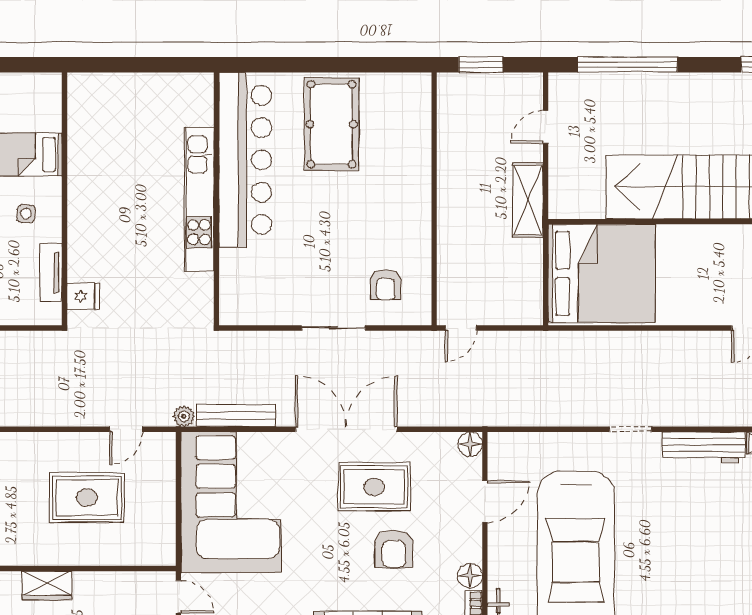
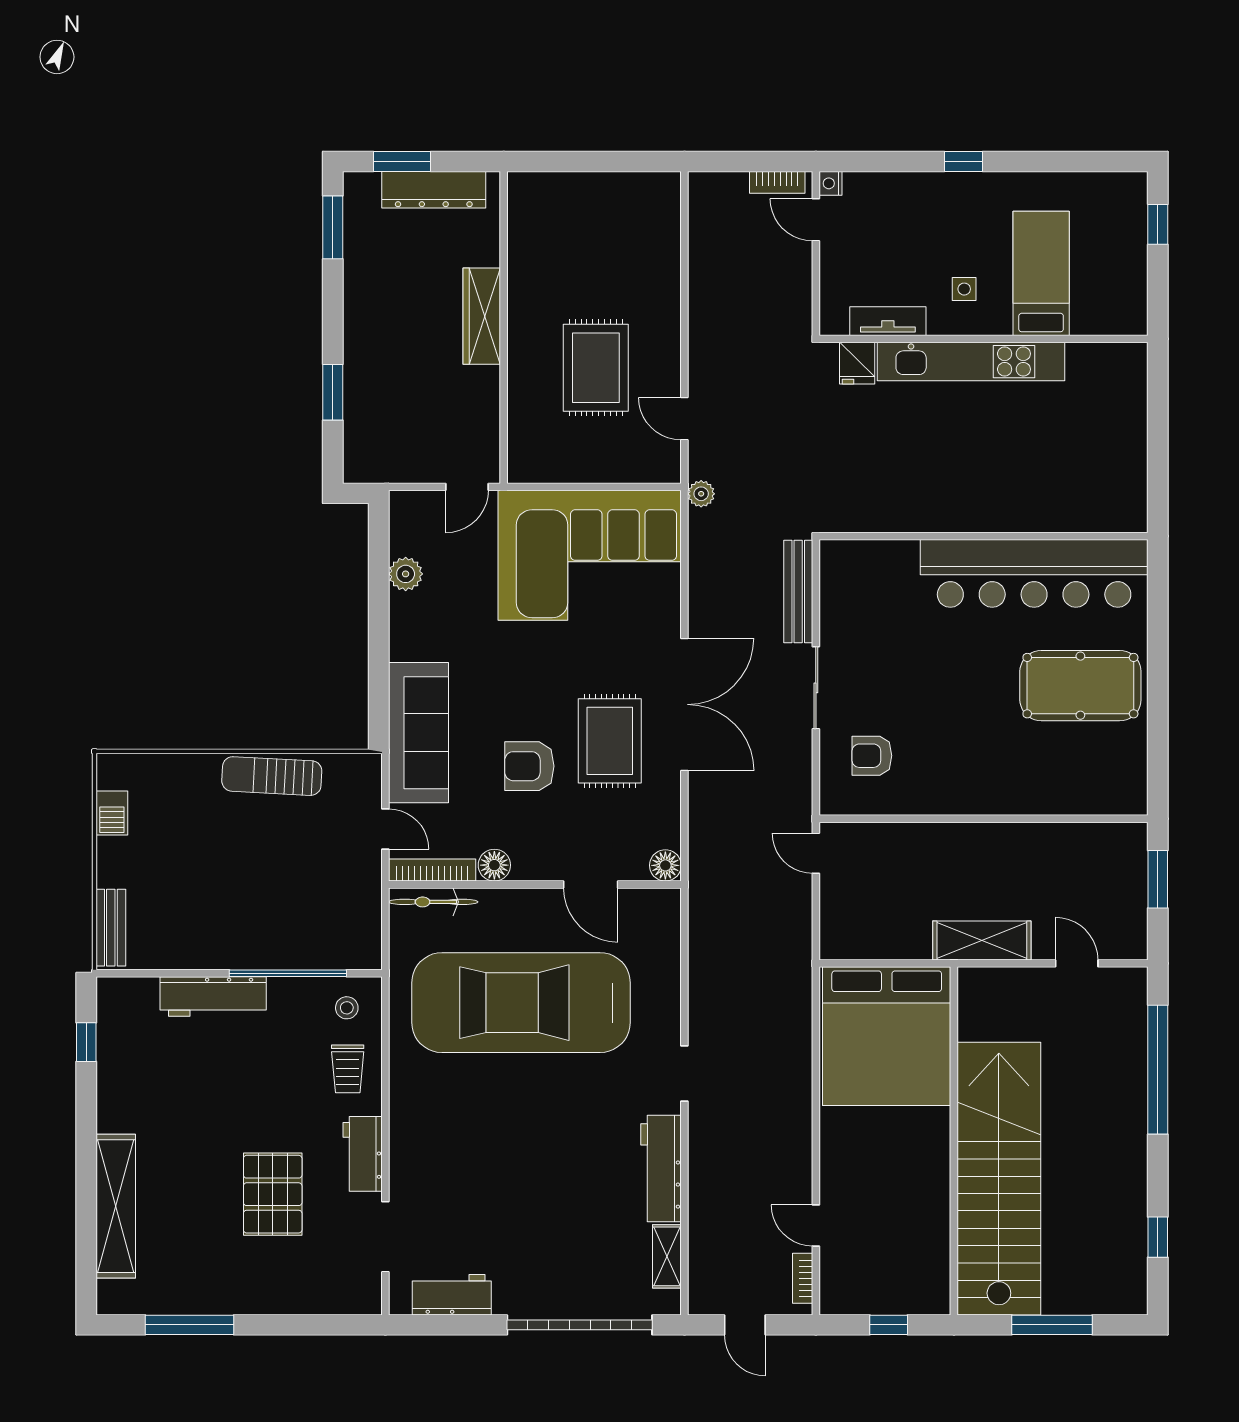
kitchen unit: (199, 199) -> (971, 362), moved, turned 180
bench: (236, 416) -> (798, 592), moved
wardrobe: (47, 585) -> (482, 316), width x1.50

